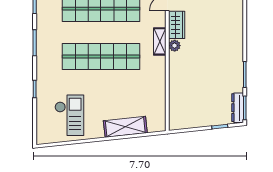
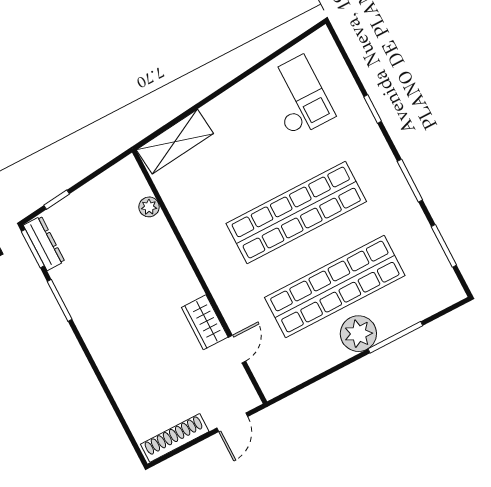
shelving: (160, 41) -> (217, 283), removed
plant: (175, 46) -> (149, 207), moved
checkout: (69, 115) -> (298, 96), turned 180
shelving: (125, 127) -> (175, 142), moved

